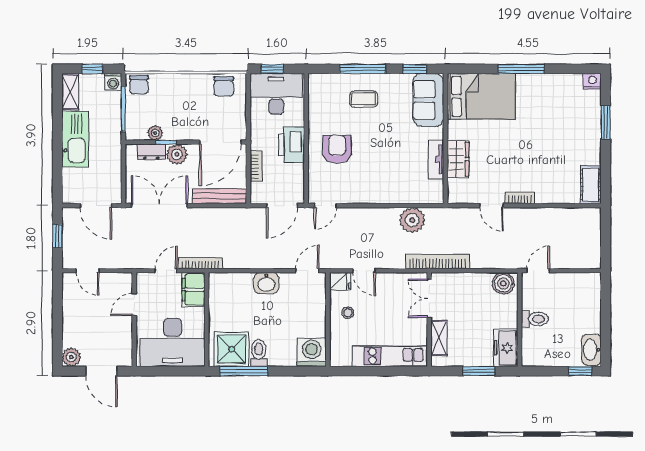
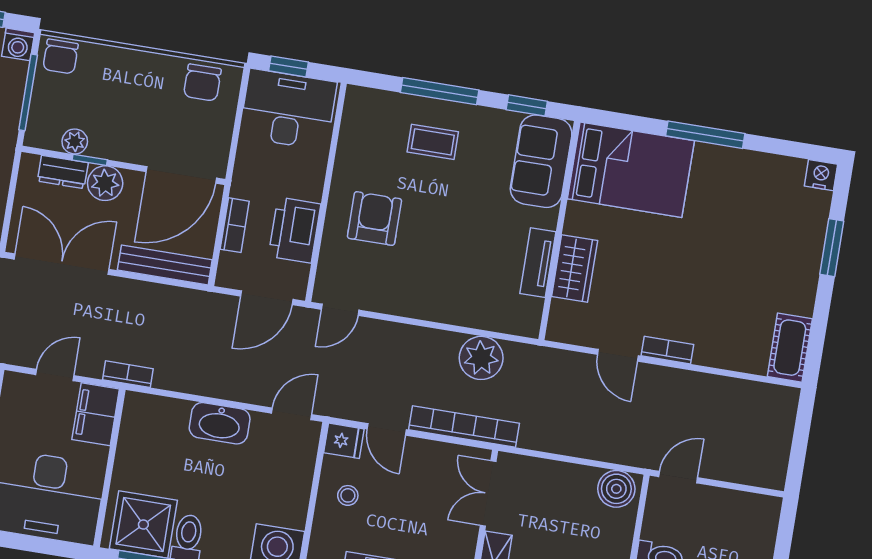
printer: (292, 145) -> (295, 230), moved
bookcase: (438, 262) -> (464, 426), moved
bookcase: (200, 263) -> (128, 374), width x0.64
washbasin: (266, 283) -> (220, 423), width x1.38

